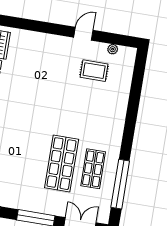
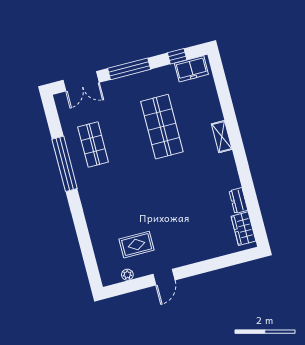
shop shelf: (62, 164) -> (162, 127), moved
window: (120, 184) -> (65, 164), moved

